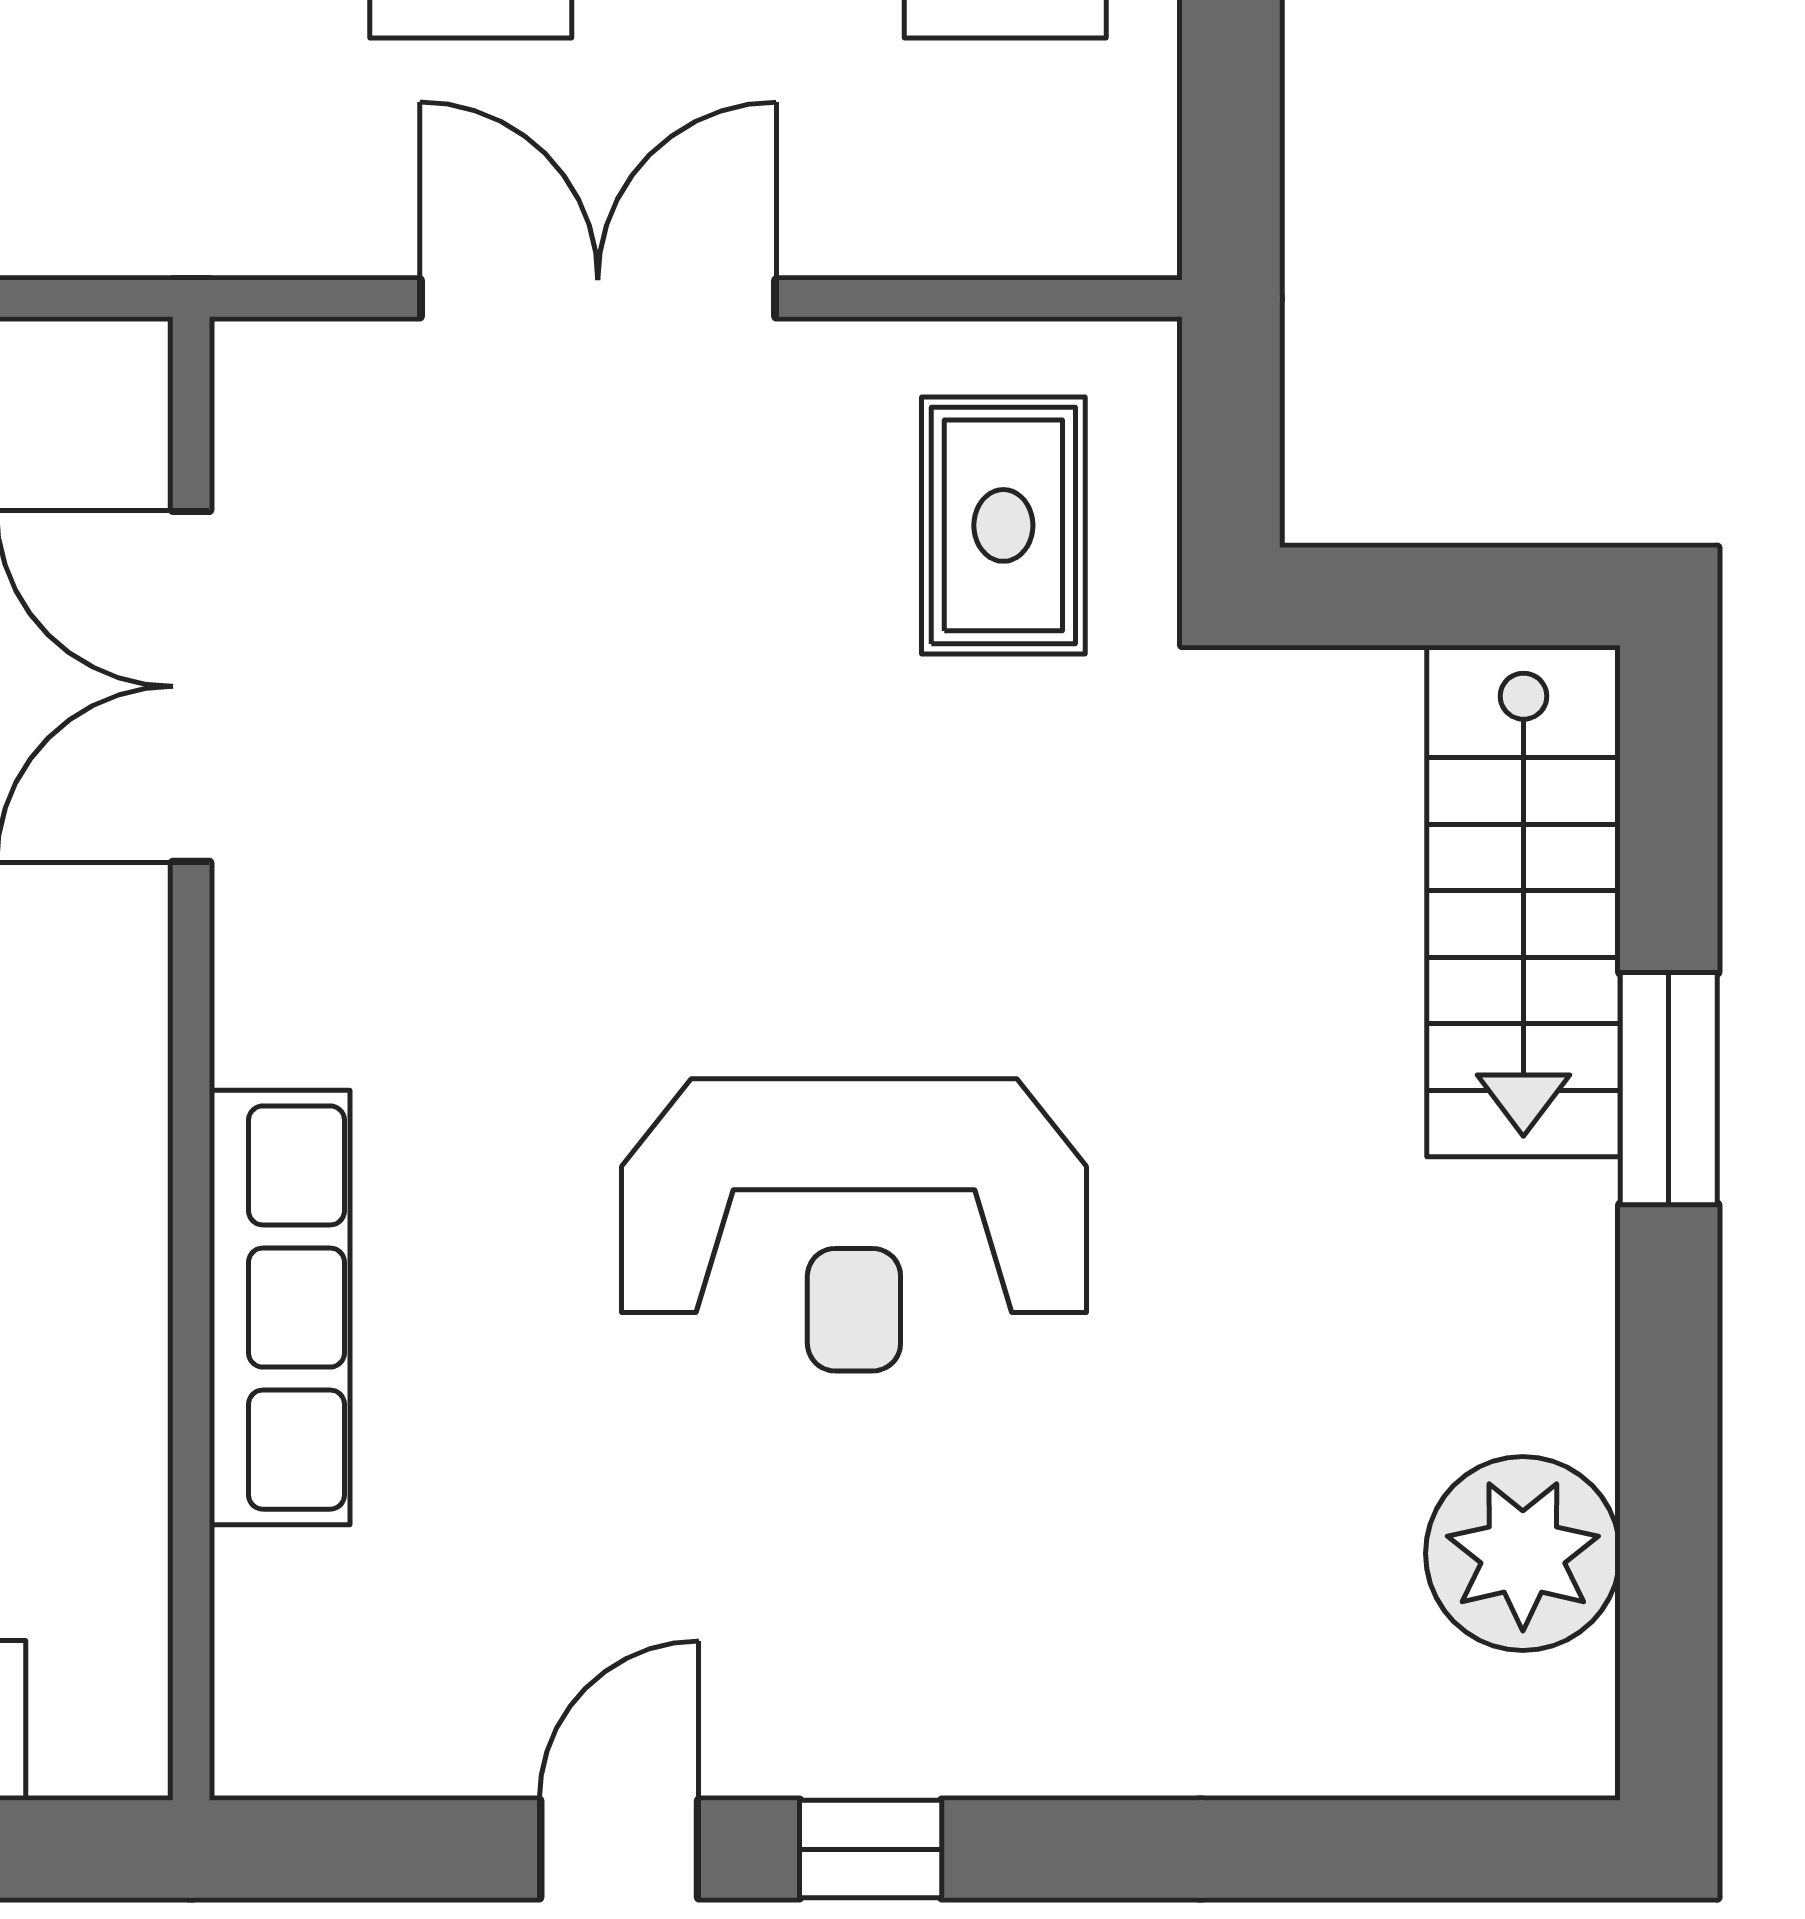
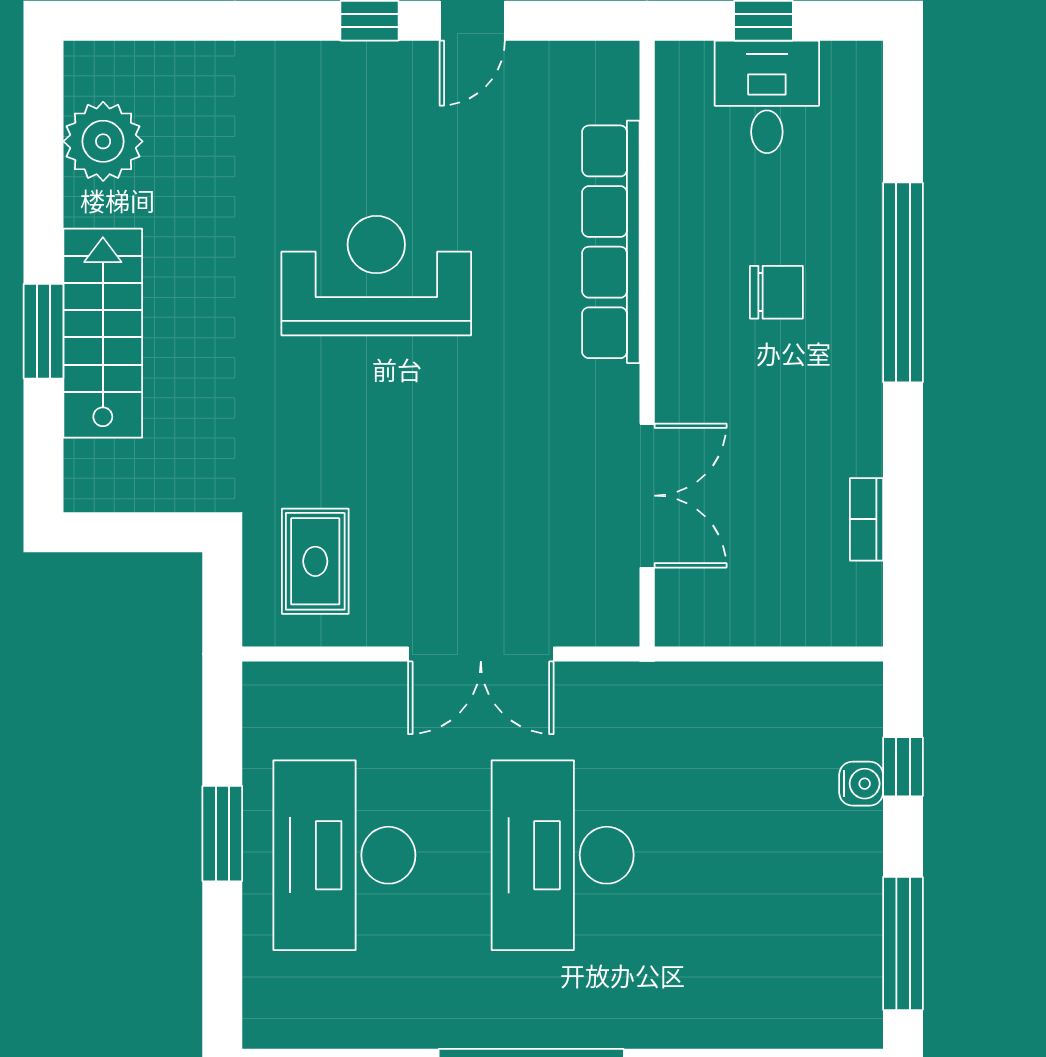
stairs: (1523, 901) -> (103, 333), moved
row of seats: (280, 1308) -> (611, 242), width x1.36

